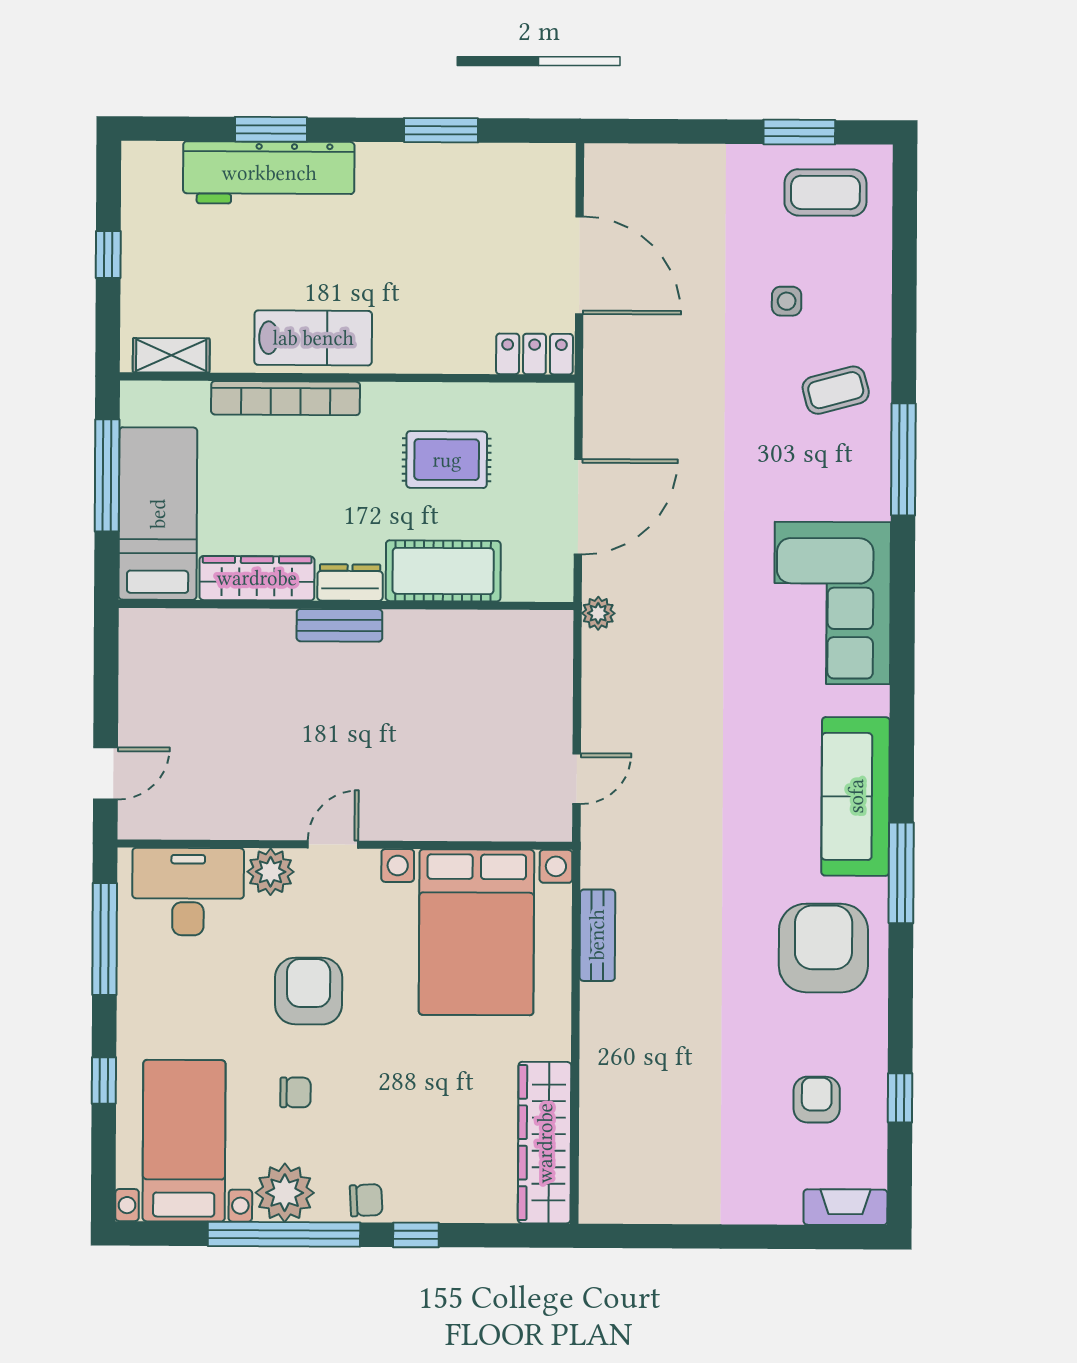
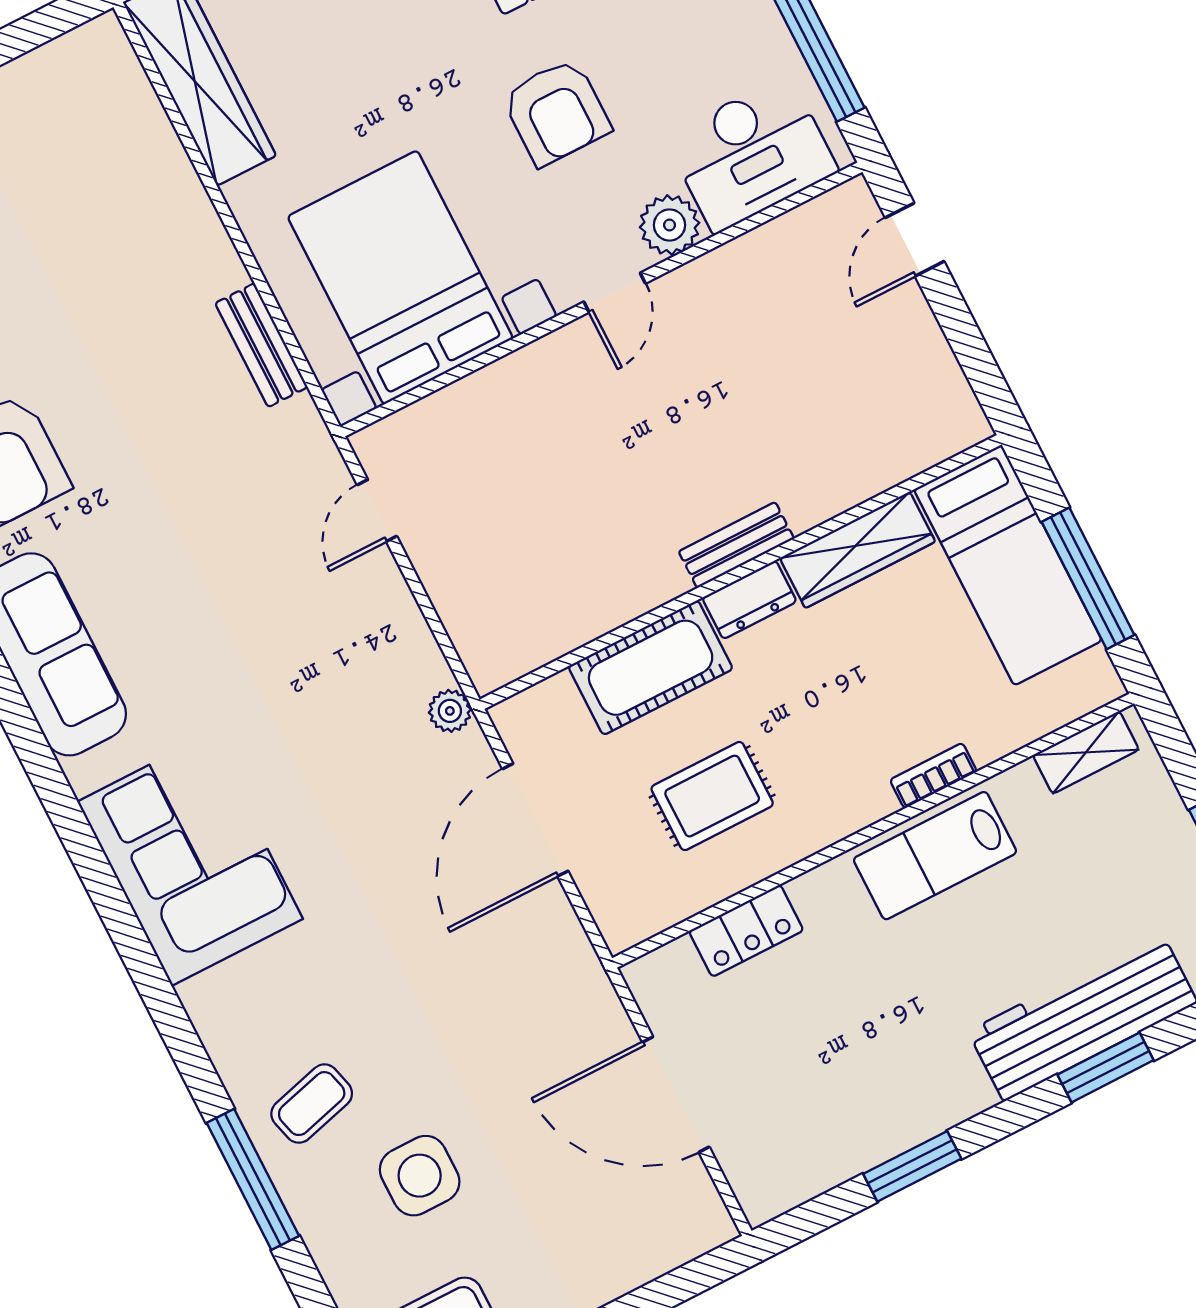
side table: (787, 301) -> (420, 1176), width x1.87, depth x1.87
locker: (535, 354) -> (746, 931), moved
bookcase: (286, 398) -> (933, 776), width x0.43, depth x0.76
window: (903, 459) -> (253, 1179), moved

